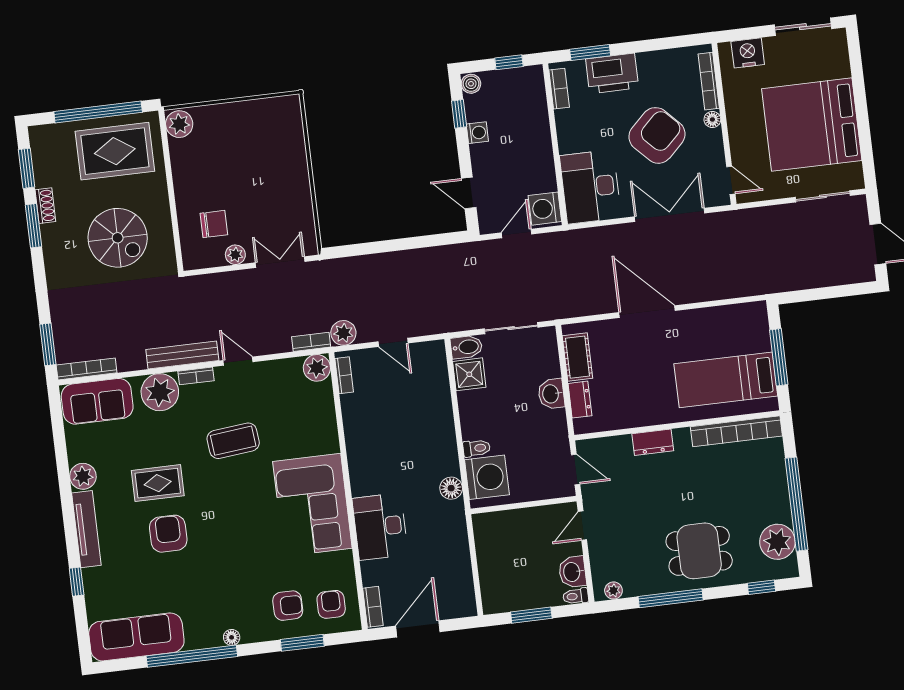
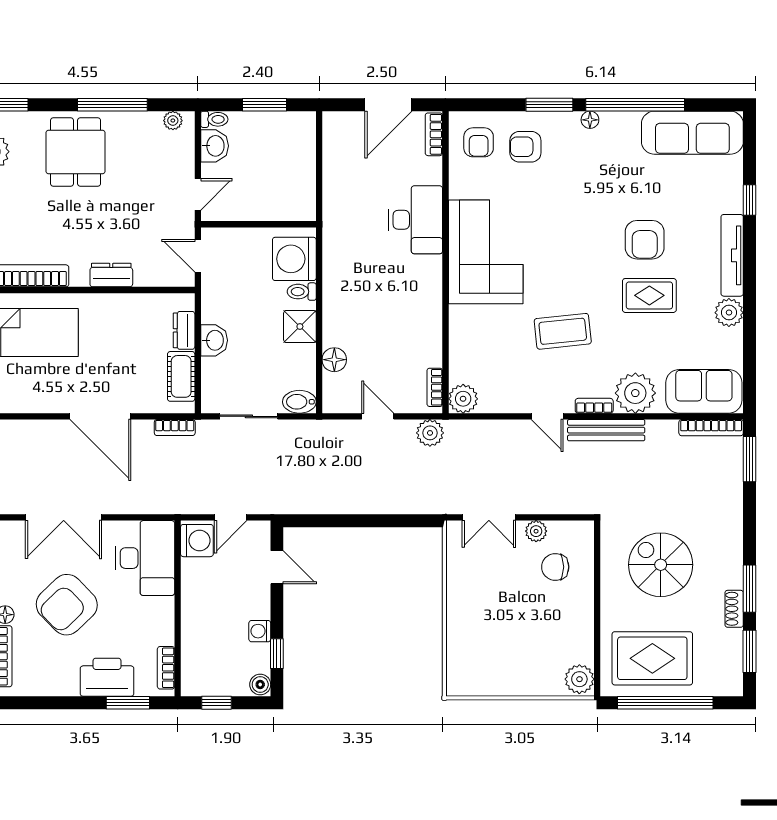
bookcase: (311, 342) -> (175, 428), moved
shower: (469, 374) -> (300, 326), moved
floor lamp: (451, 488) -> (334, 360), moved
dining table: (699, 551) -> (76, 152), turned 90
window: (302, 643) -> (549, 105), moved

